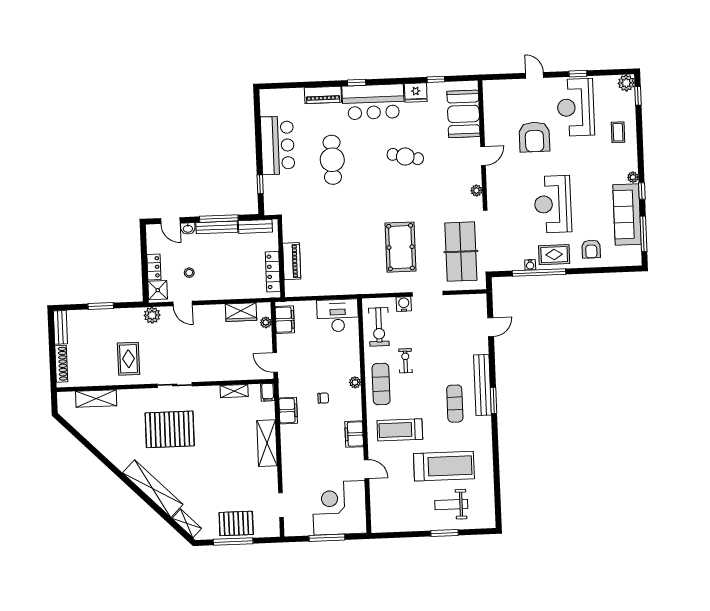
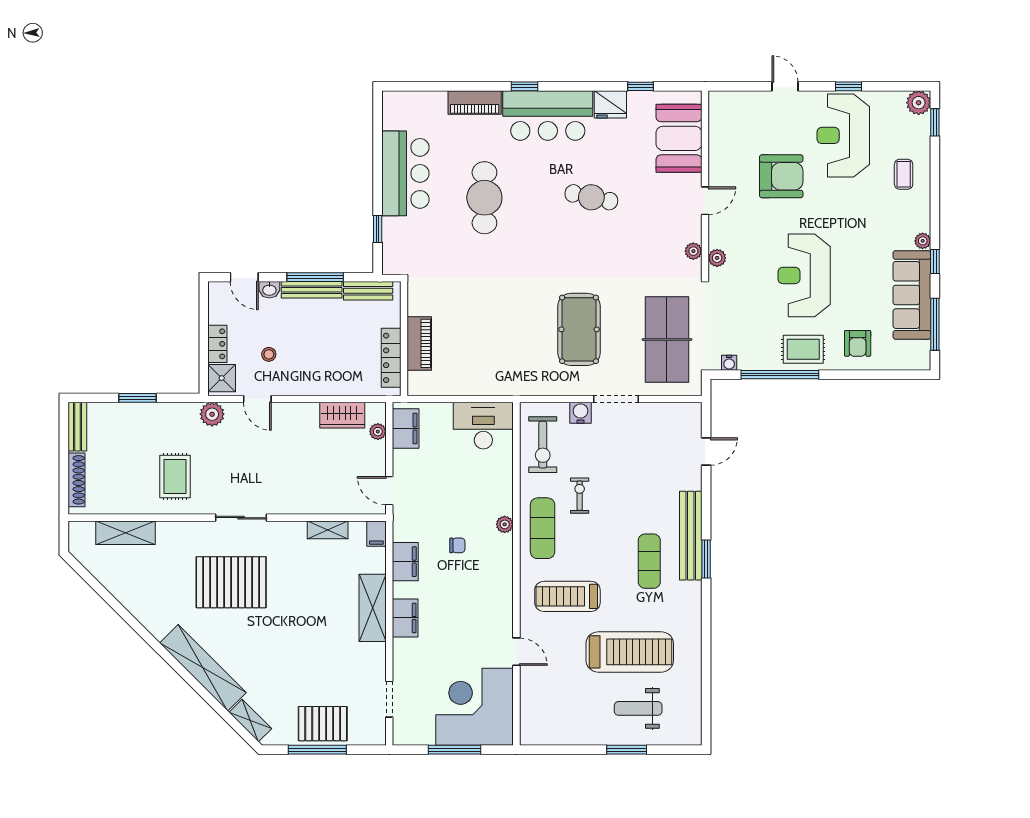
armchair: (534, 137) -> (781, 176), turned -90
plant: (493, 194) -> (717, 258), added
water cooler: (530, 265) -> (729, 363), moved
filing cabinet: (354, 434) -> (405, 618), moved, turned 180

